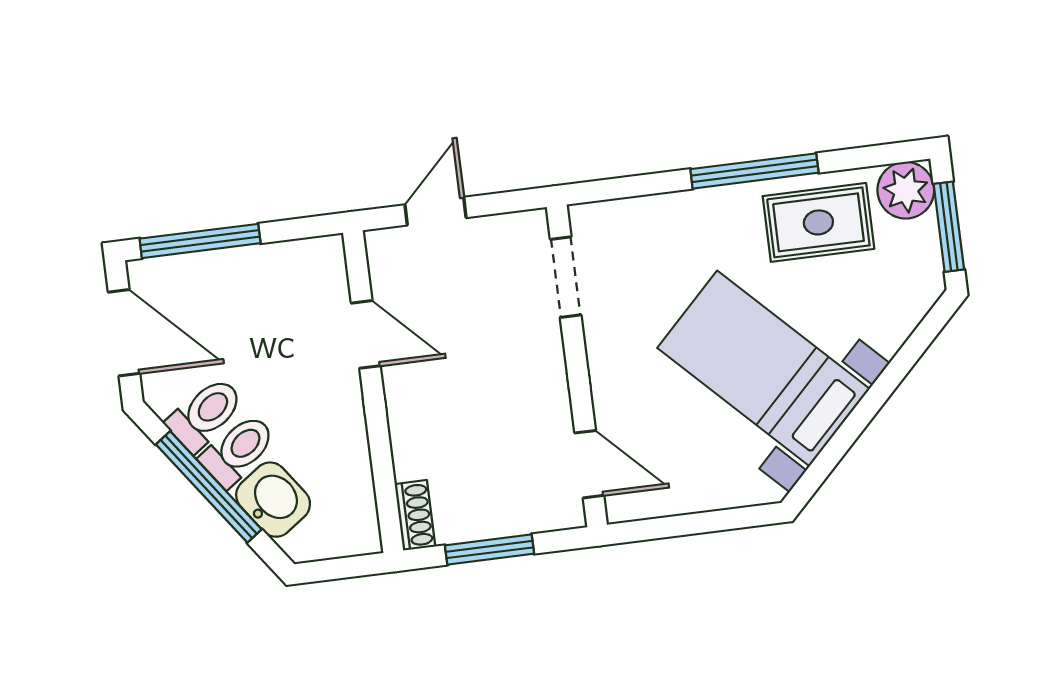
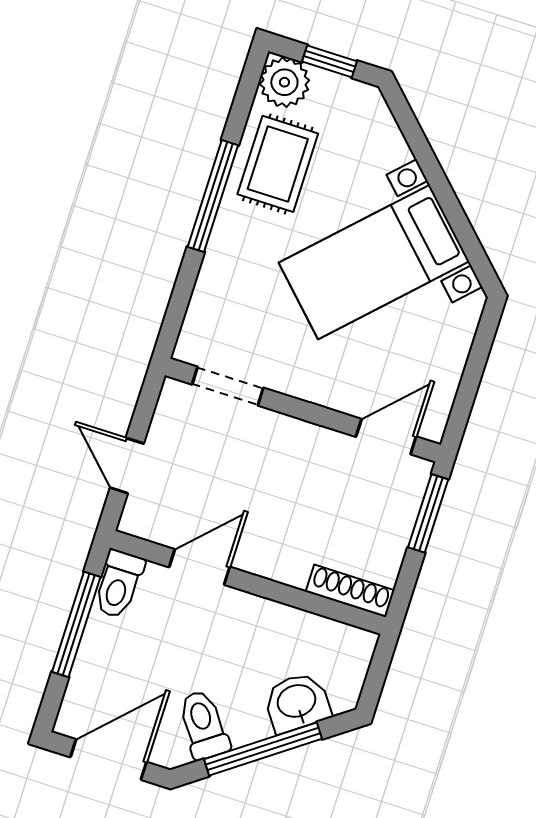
window: (949, 227) -> (330, 61), width x0.67
window: (200, 241) -> (76, 624), moved
toilet: (238, 450) -> (119, 584), moved, turned -144
shoe rack: (415, 515) -> (350, 591), width x1.43
window: (489, 550) -> (428, 513), moved

